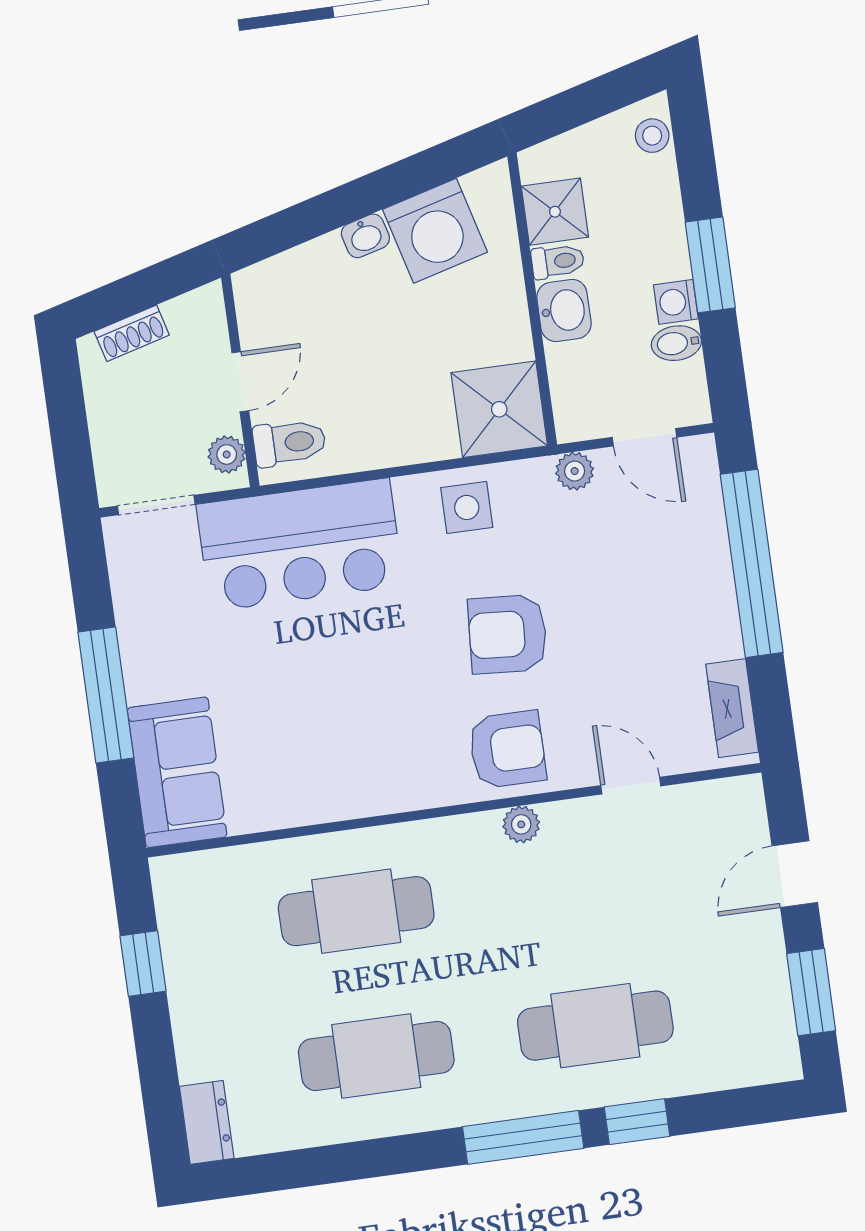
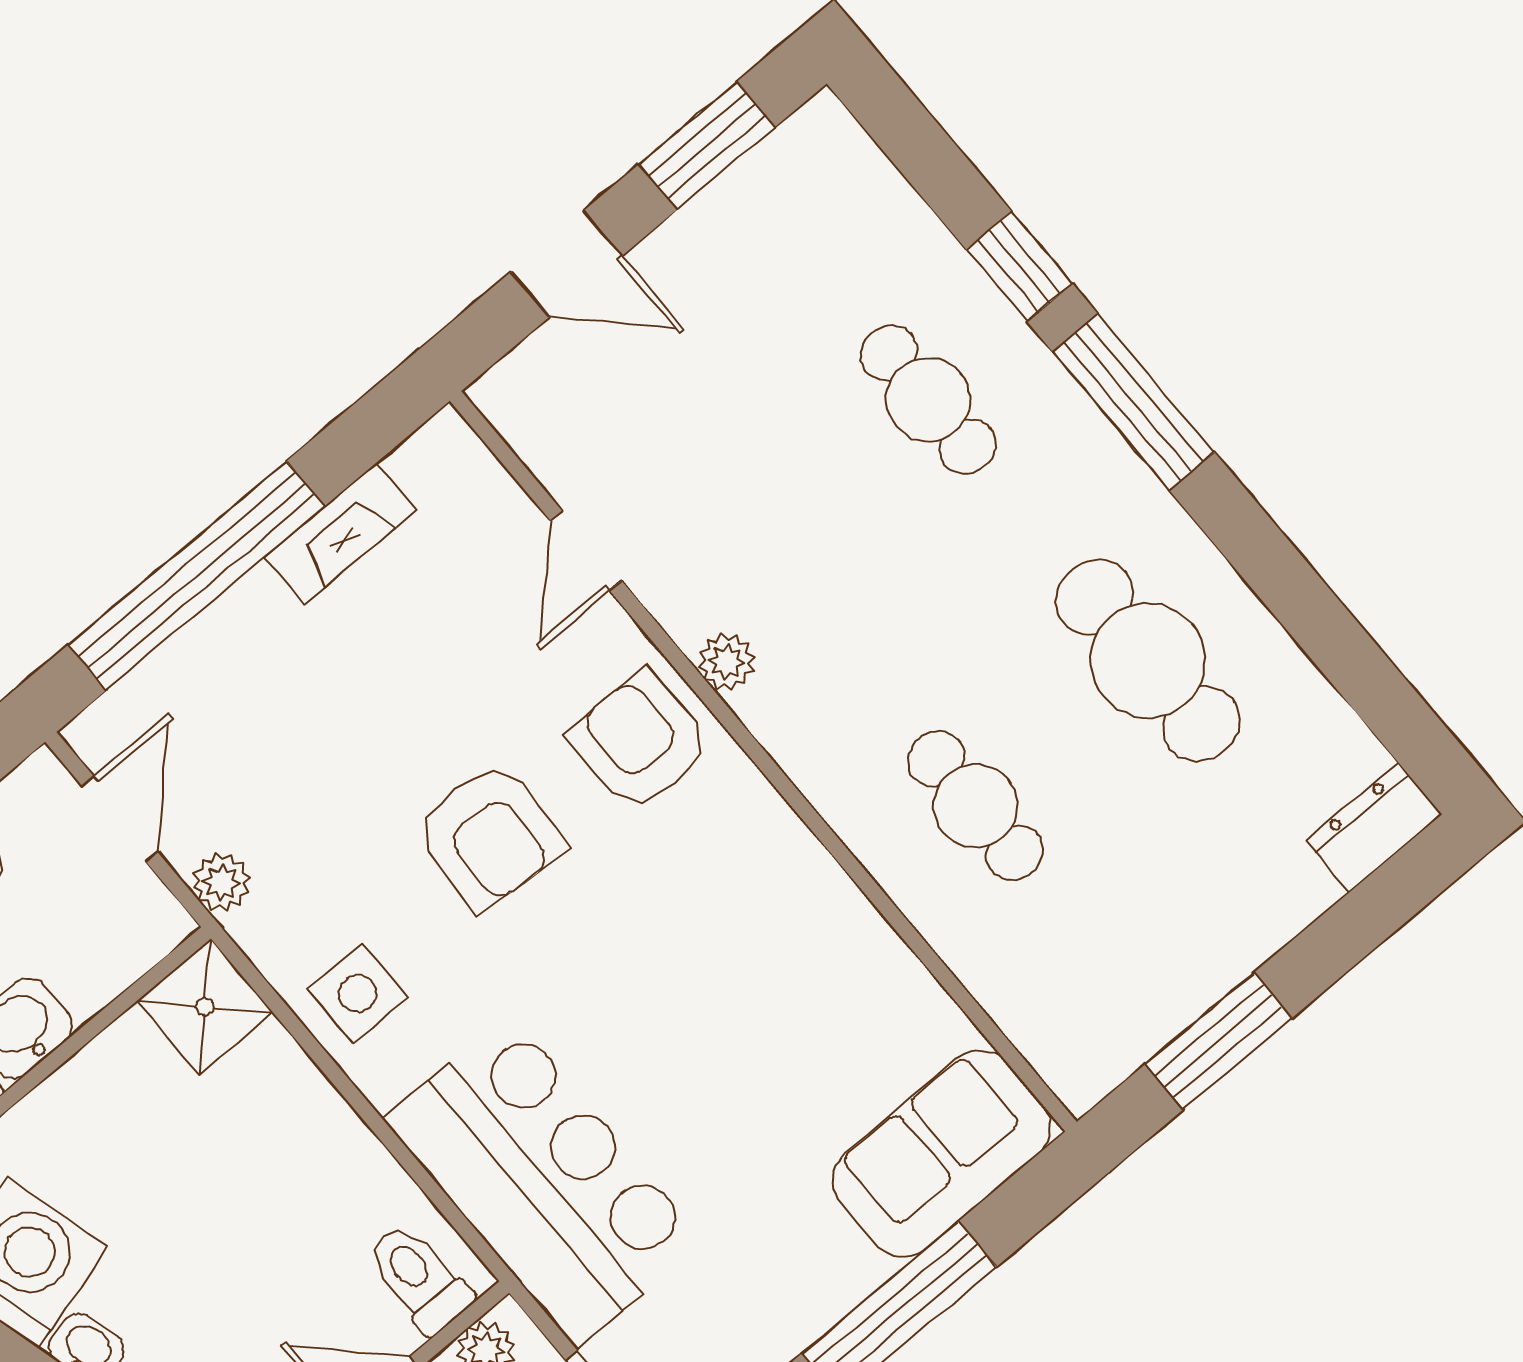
shower: (499, 409) -> (205, 1007), width x0.73, depth x0.73
fireplace: (732, 708) -> (340, 533), moved
cafe table: (356, 911) -> (975, 806), width x0.73, depth x0.74
window: (143, 963) -> (1219, 1041), width x1.50
cafe table: (595, 1026) -> (928, 400), width x0.73, depth x0.74

